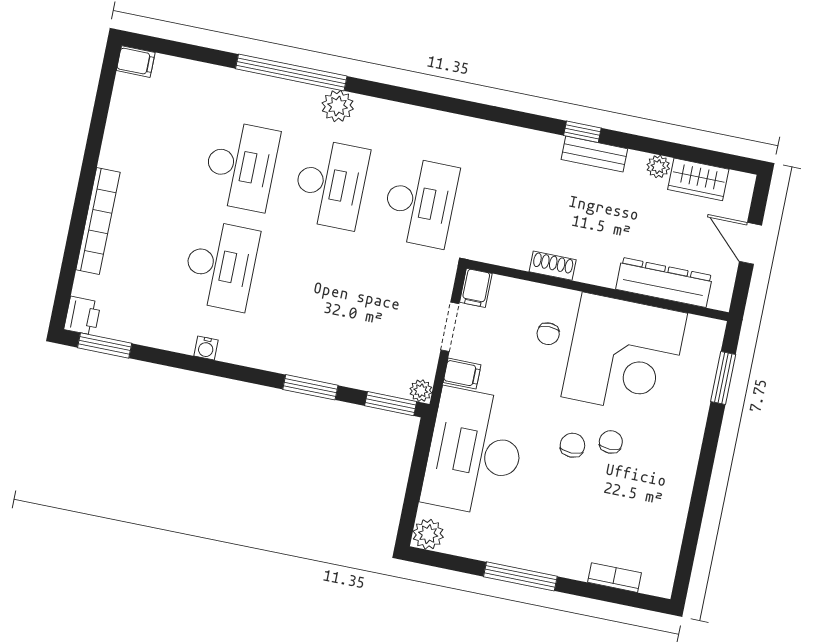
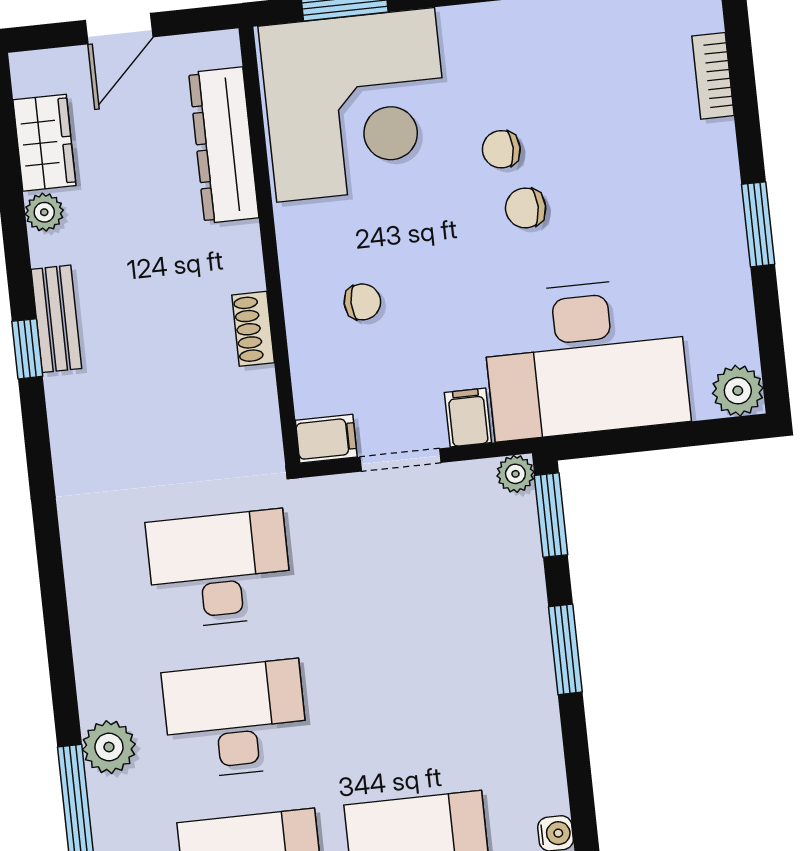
corner desk: (624, 355) -> (356, 105), moved, turned 90
window: (520, 576) -> (758, 224), width x0.69

